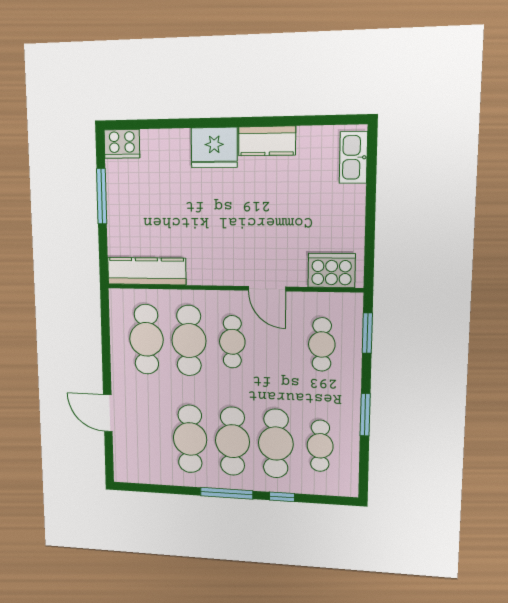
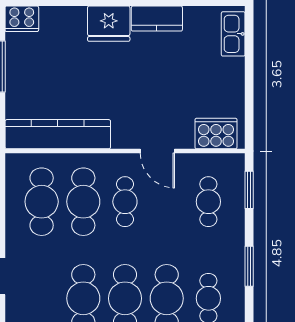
kitchen counter: (147, 271) -> (58, 134), width x1.39, depth x1.17

